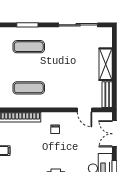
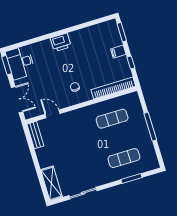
sliding door: (78, 25) -> (83, 193), width x0.73
shelving: (106, 64) -> (51, 183), moved

